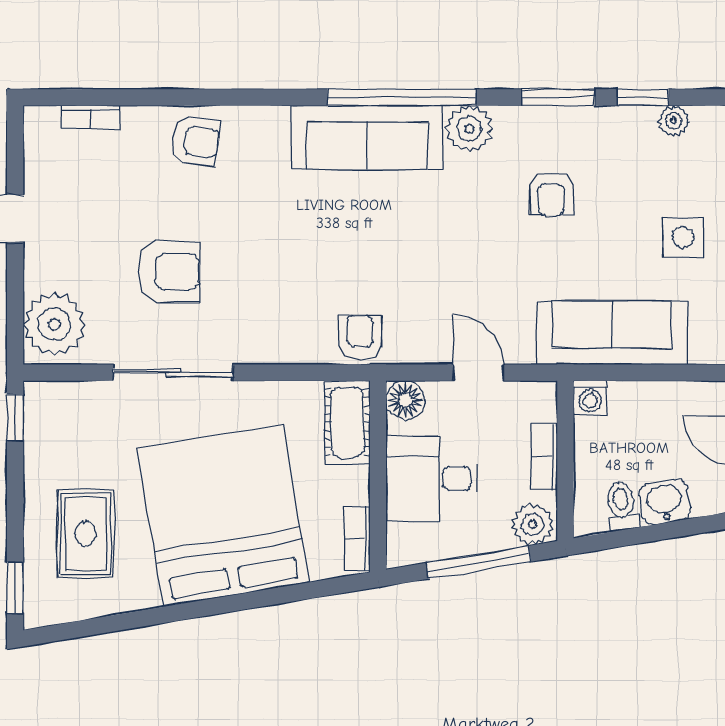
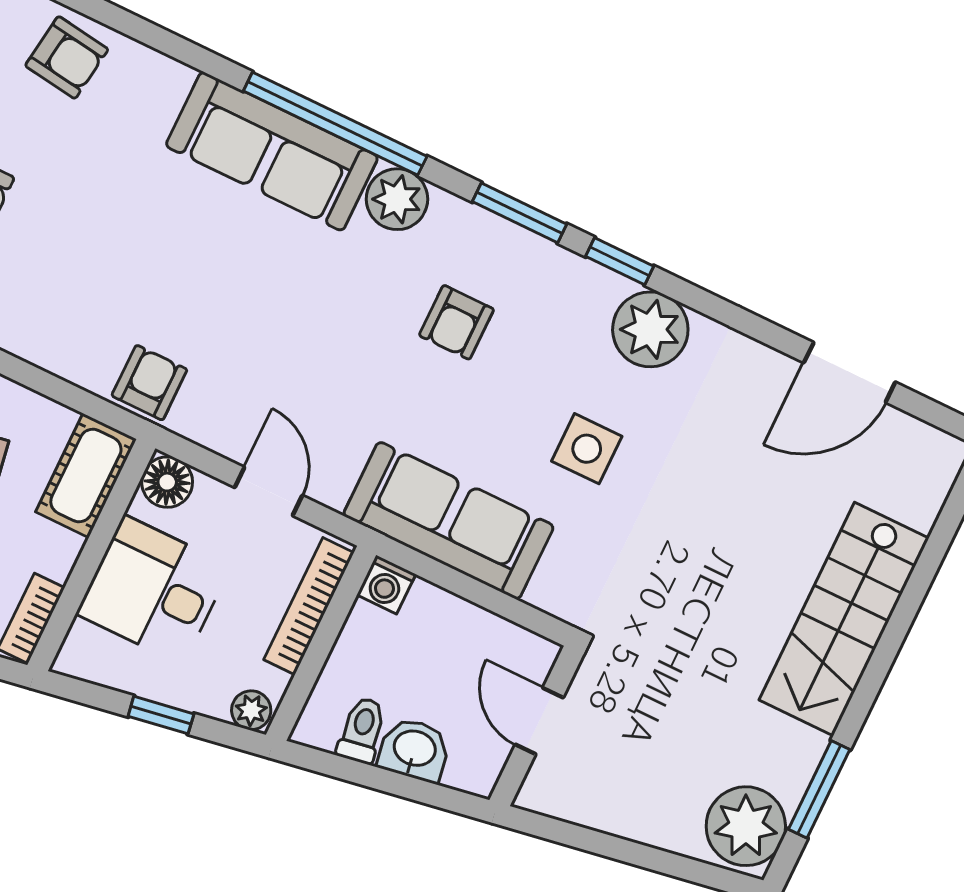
plant: (674, 121) -> (650, 329), width x1.88, depth x1.88
bookcase: (544, 457) -> (309, 606), width x1.56
plant: (533, 524) -> (251, 710), width x0.73, depth x0.73
window: (479, 562) -> (161, 715), width x0.46

